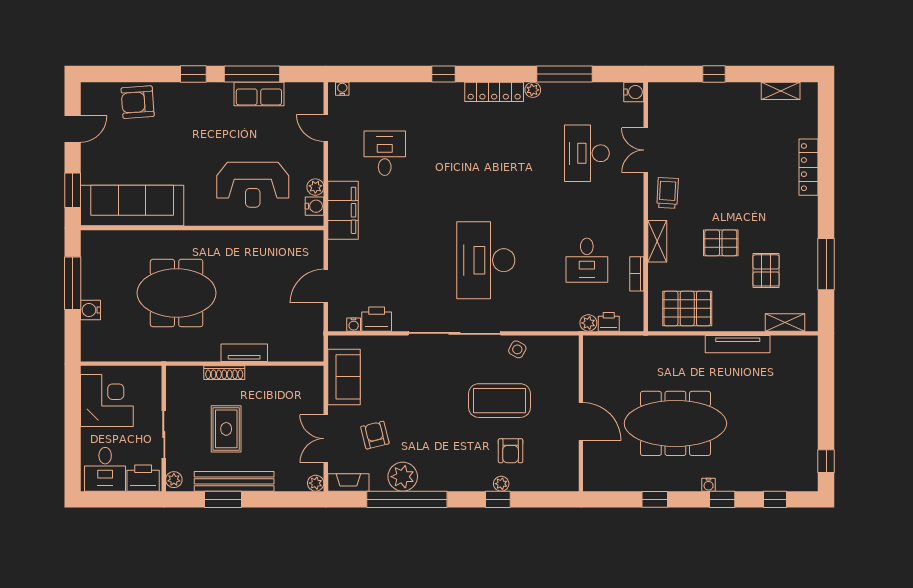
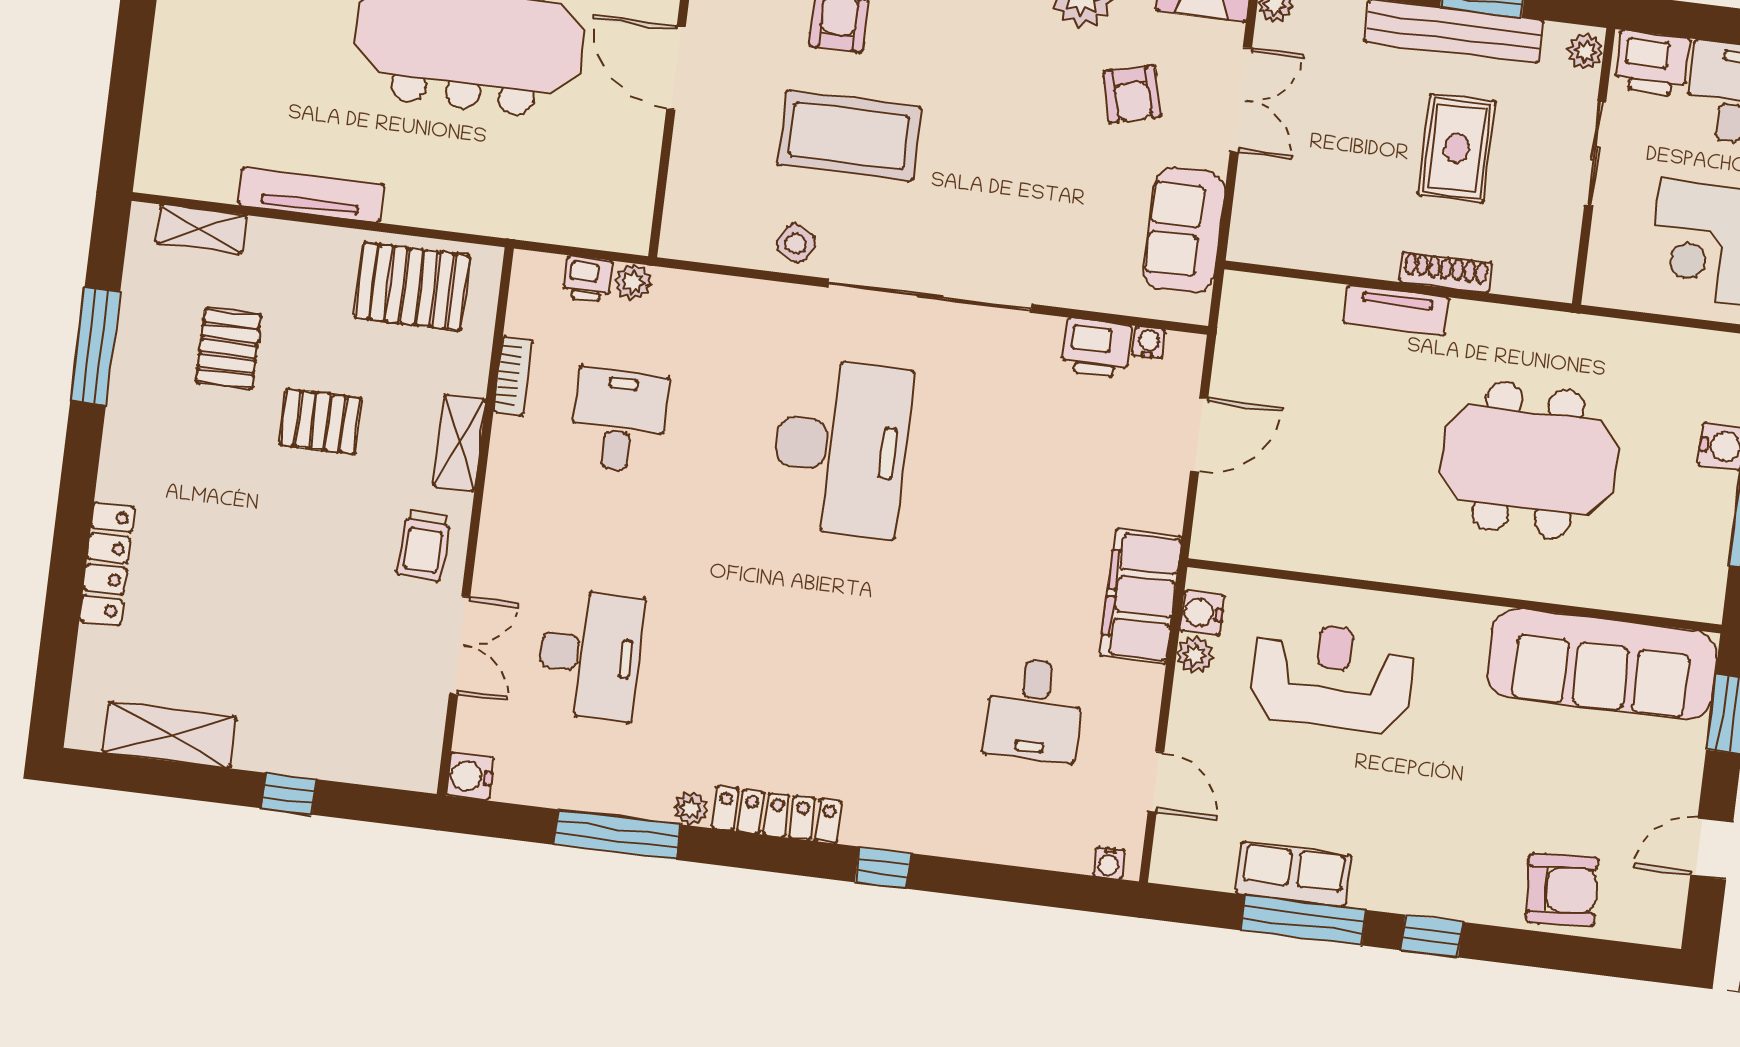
shelving: (781, 91) -> (169, 735), width x1.50, depth x1.33

